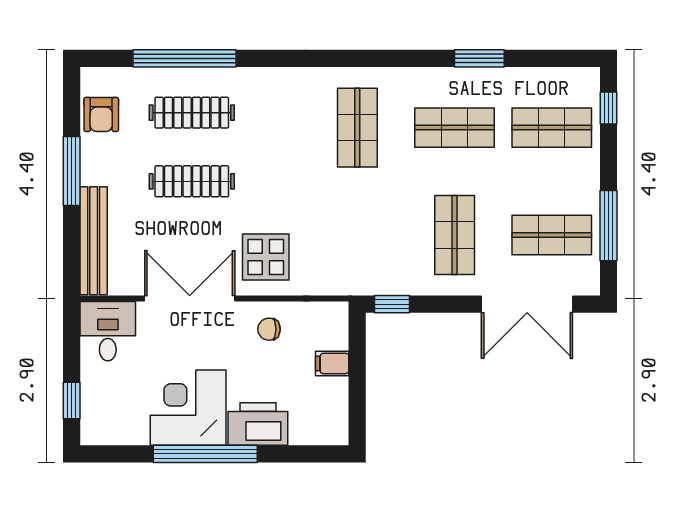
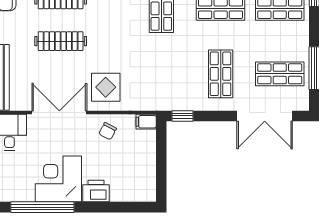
chair: (269, 329) -> (108, 131), turned -62
filing cabinet: (332, 363) -> (146, 122), moved
printer: (258, 424) -> (96, 191), width x0.73, depth x0.84
window: (205, 454) -> (42, 207), moved

